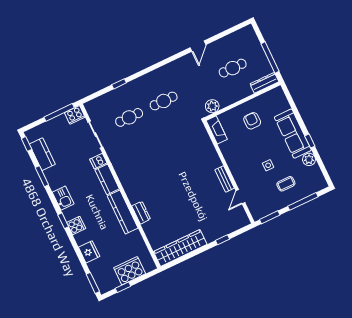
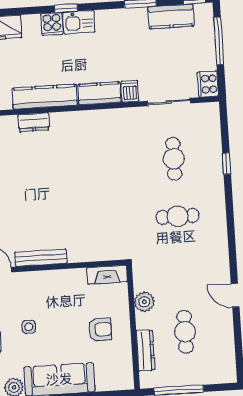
dresser: (264, 83) -> (145, 350), moved
cafe table: (164, 101) -> (178, 216), turned 90
plant: (212, 106) -> (144, 302), moved
window: (59, 112) -> (219, 41), moved
bench: (225, 179) -> (41, 258), width x1.36
kitchen sink: (63, 198) -> (79, 22), moved

